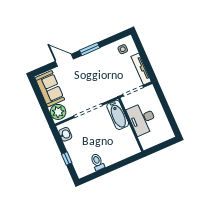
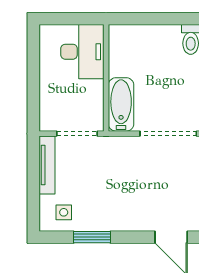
window: (90, 49) -> (92, 237), moved
desk: (142, 119) -> (82, 52), moved

